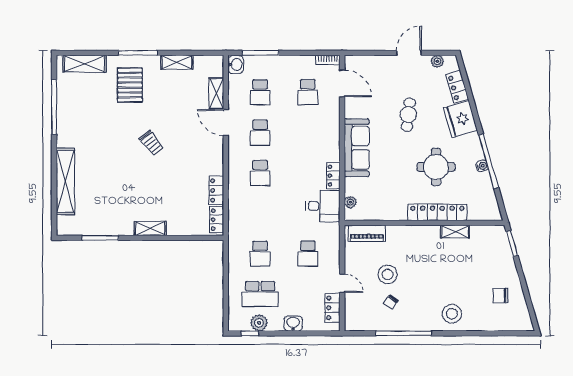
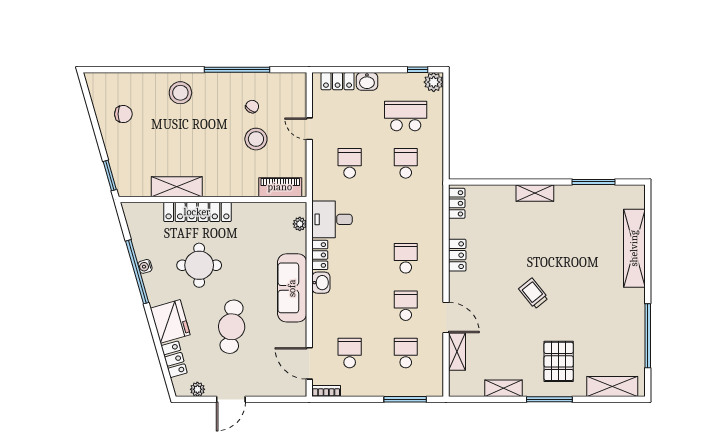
washbasin: (236, 64) -> (321, 283), moved, turned 180
cafe table: (408, 115) -> (232, 327), width x1.37, depth x1.35
locker: (216, 190) -> (457, 255), moved
shelving: (455, 232) -> (177, 187), width x1.50, depth x1.33
locker: (332, 308) -> (338, 81), moved, turned 90
plant: (259, 323) -> (434, 82), moved

